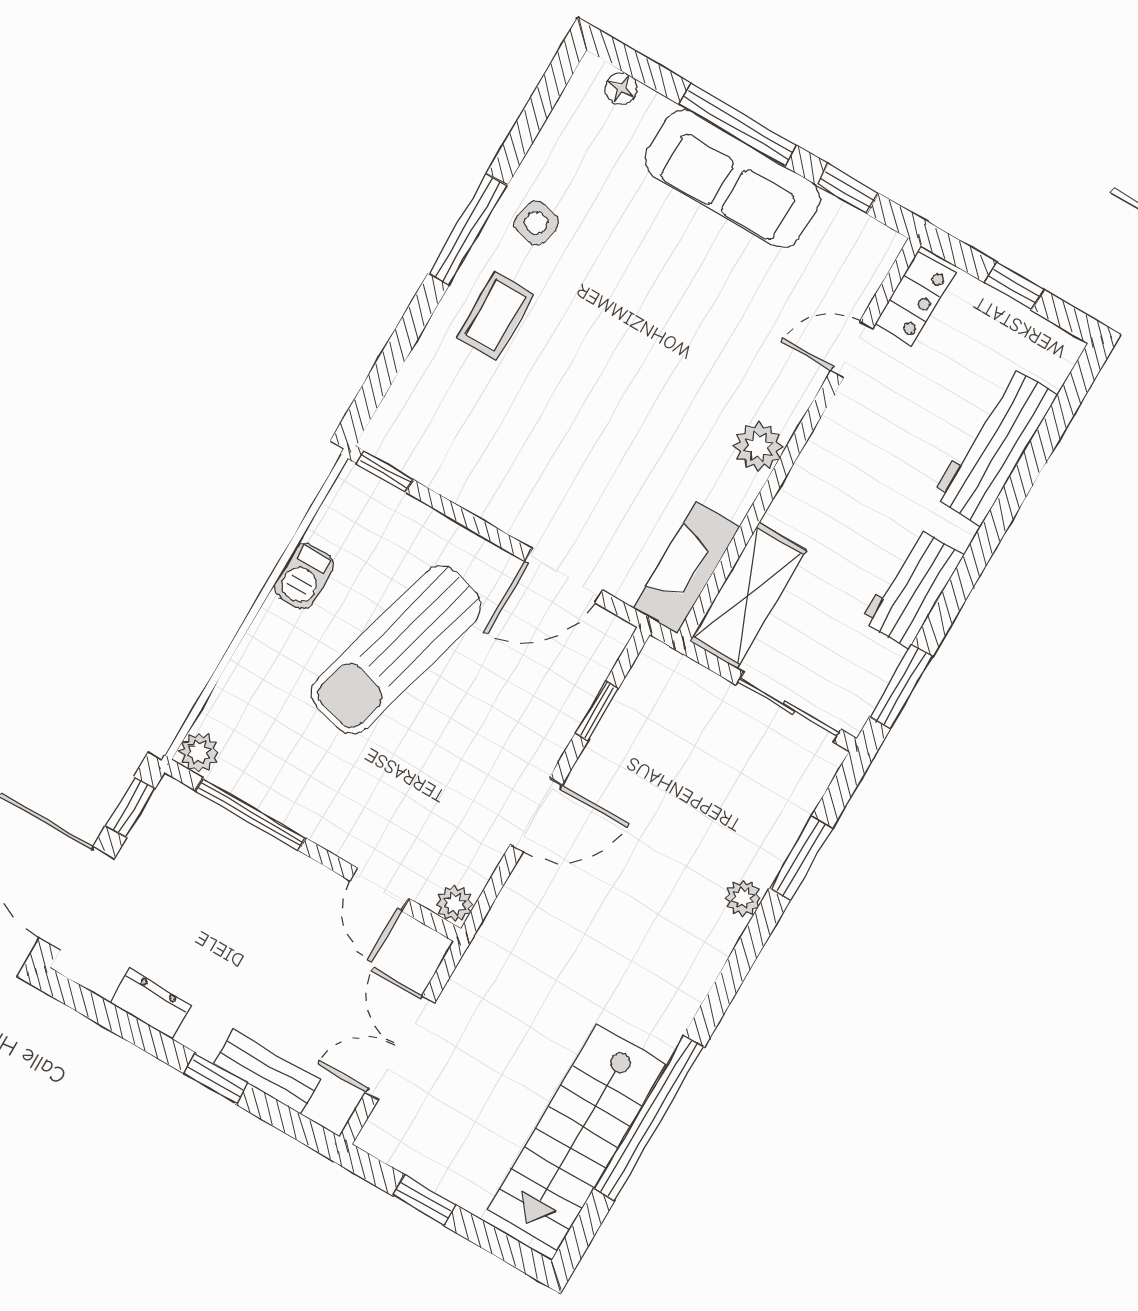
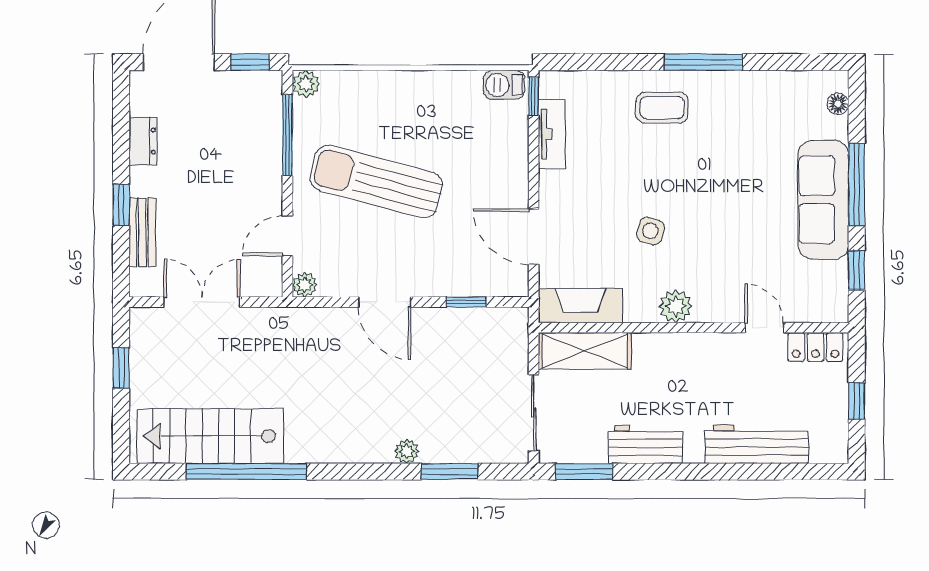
side table: (536, 223) -> (651, 231), moved
tv unit: (446, 476) -> (552, 134), added
barbecue: (304, 576) -> (504, 85), moved
sun lounger: (396, 650) -> (376, 181), moved

